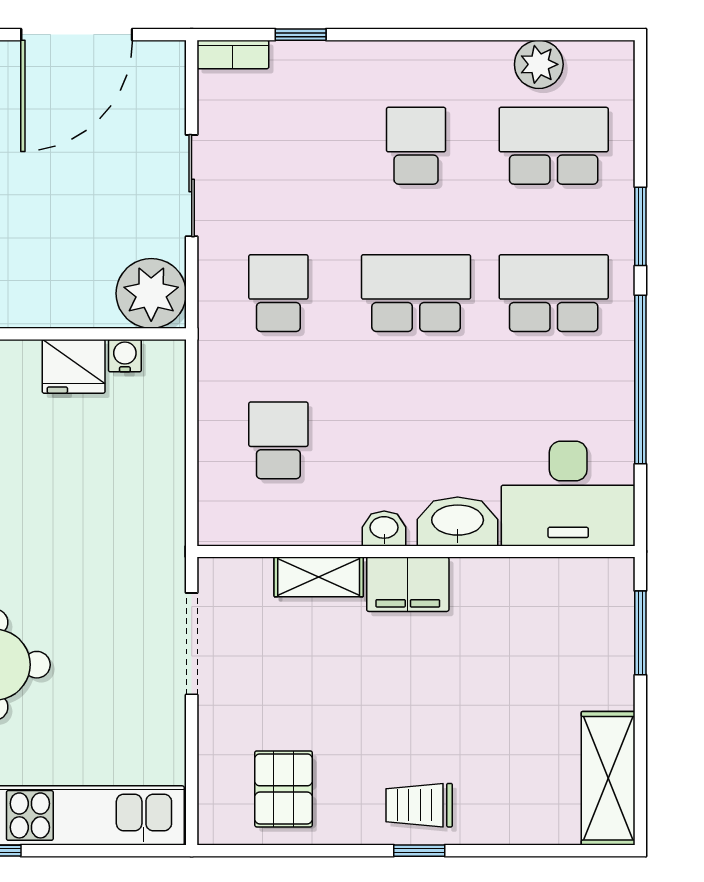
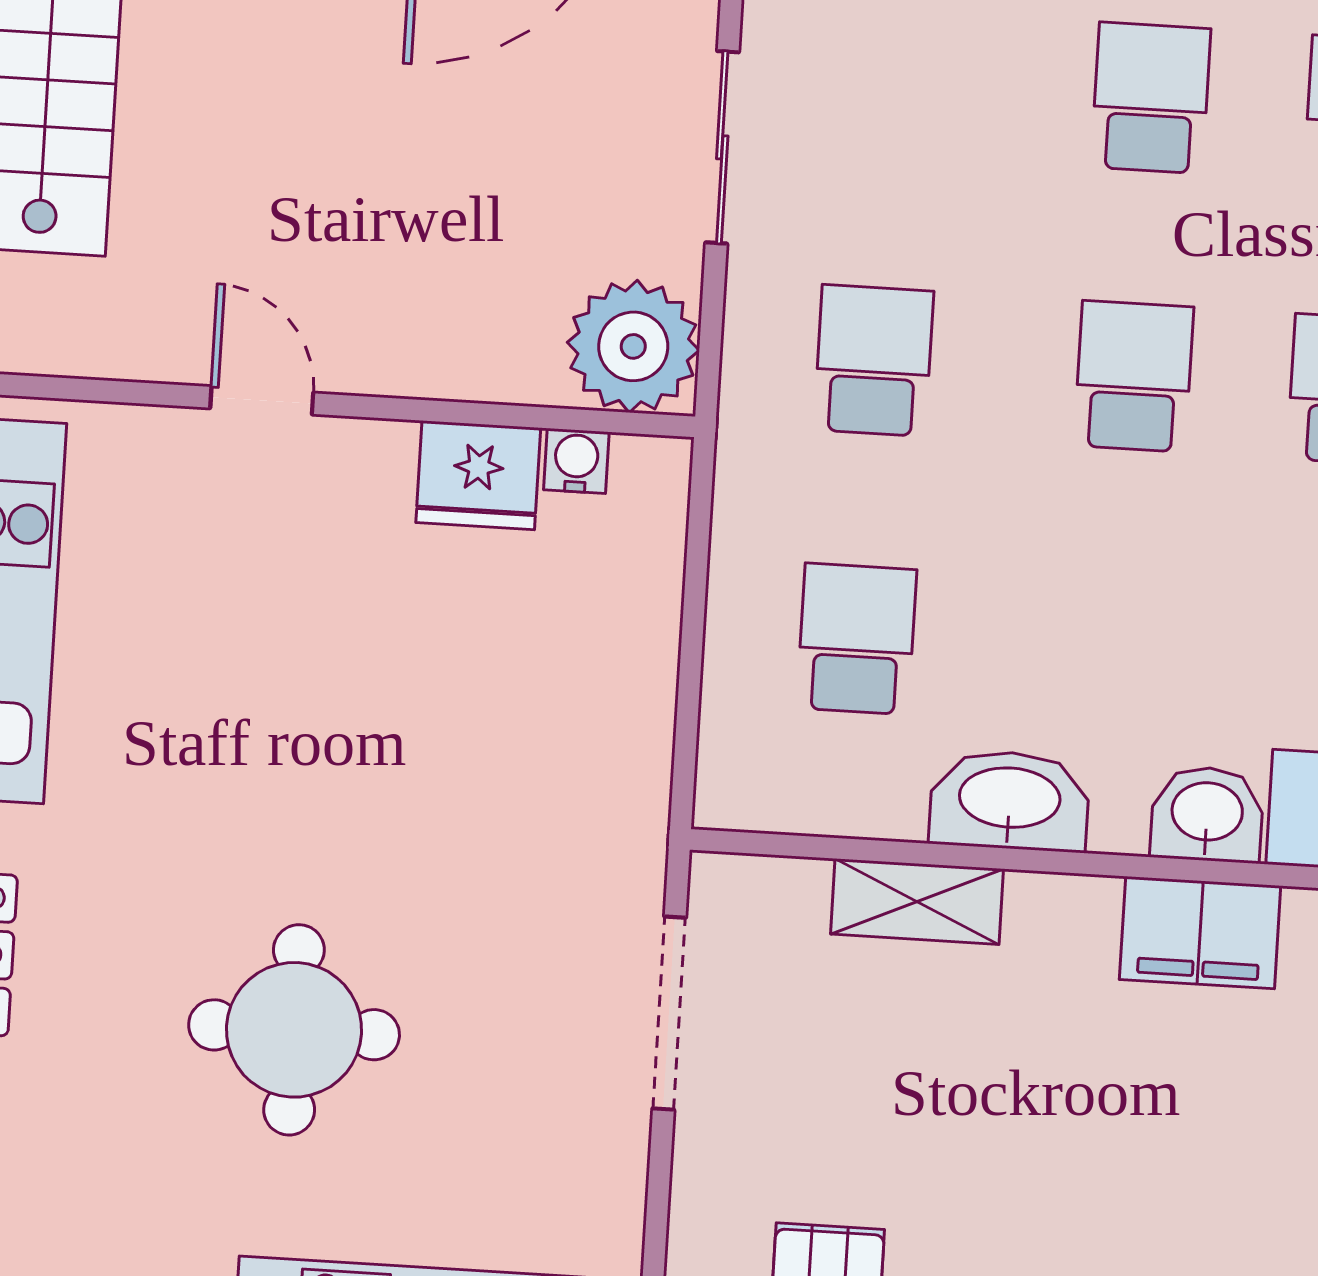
school desk: (416, 293) -> (1134, 376), width x0.54
washbasin: (458, 521) -> (1207, 814), width x0.72
washbasin: (384, 529) -> (1010, 800), width x1.91, depth x1.45
filing cabinet: (408, 584) -> (1200, 933), moved

